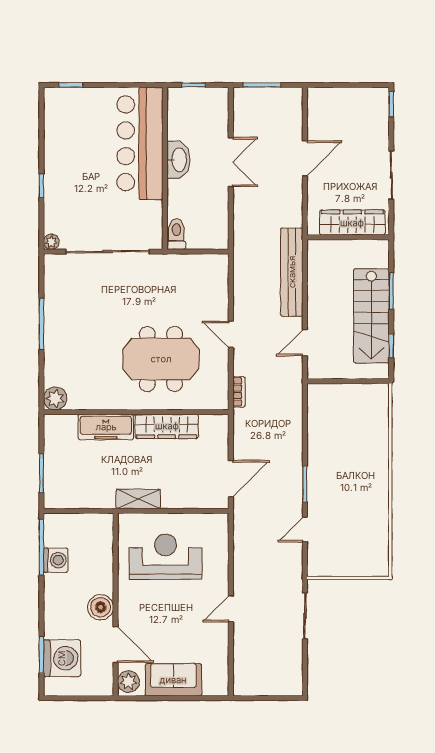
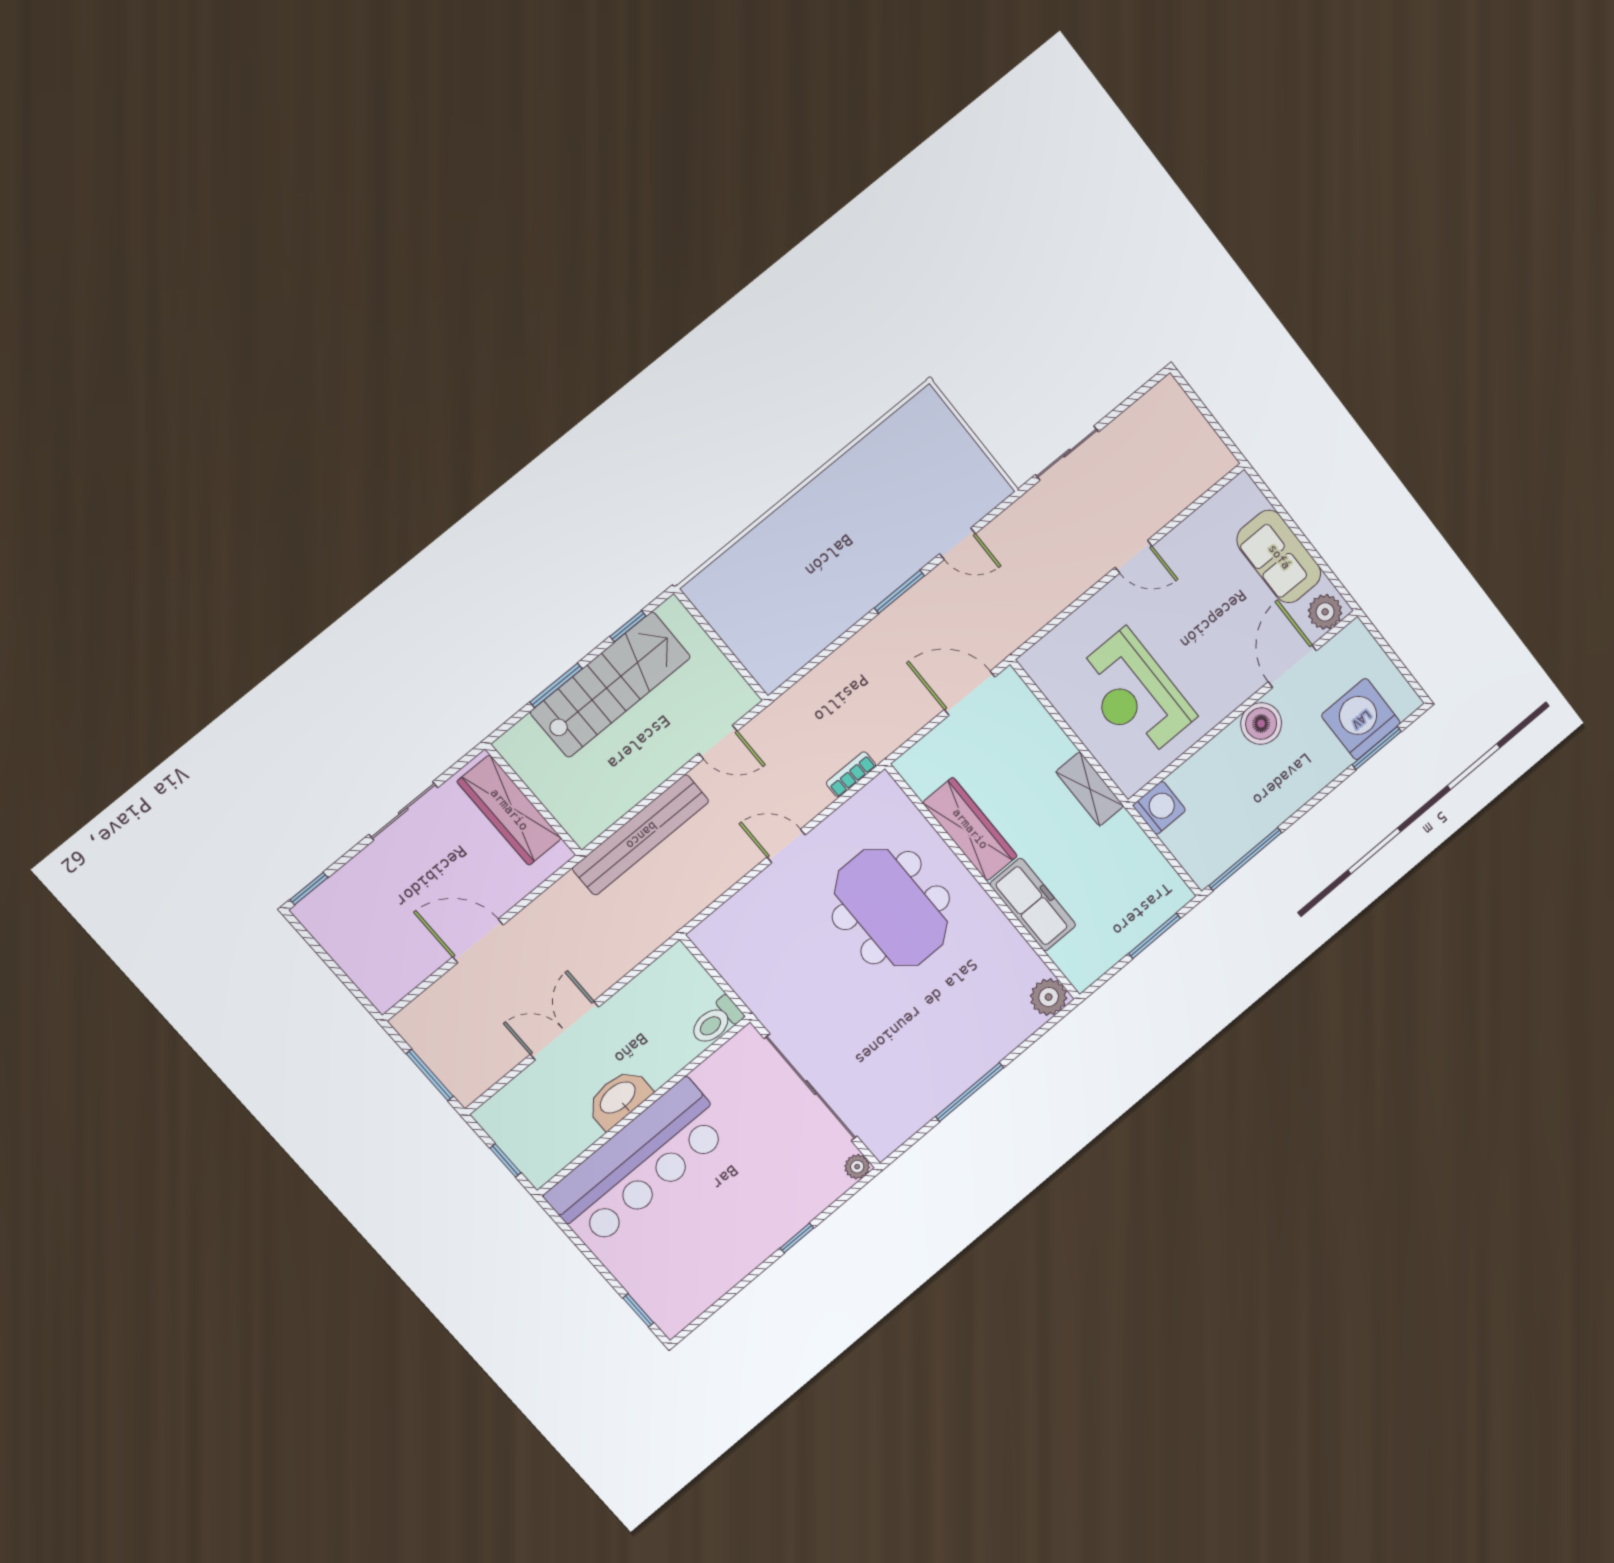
door: (231, 334) -> (786, 846), swing flipped
washing machine: (56, 560) -> (1159, 808), moved, turned 90

